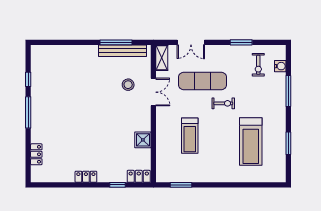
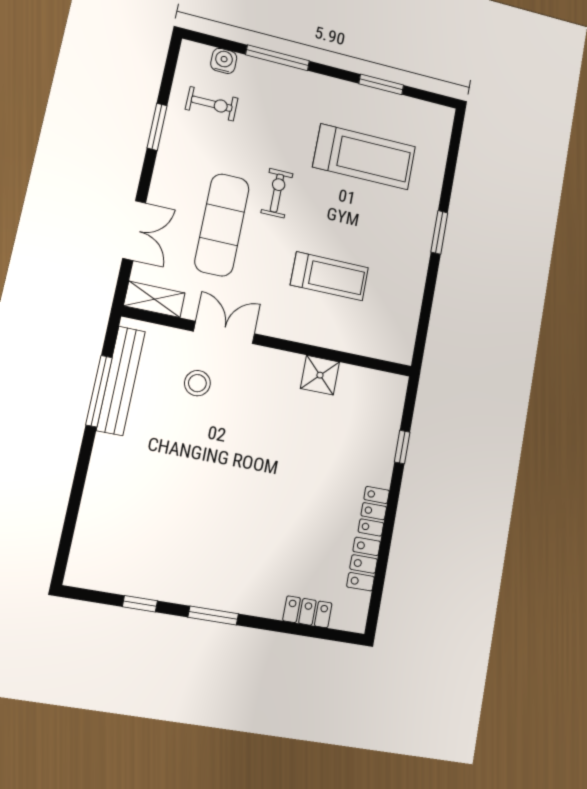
window: (28, 112) -> (213, 616), width x0.69
locker: (139, 176) -> (364, 564), moved
window: (181, 185) -> (439, 232), moved

